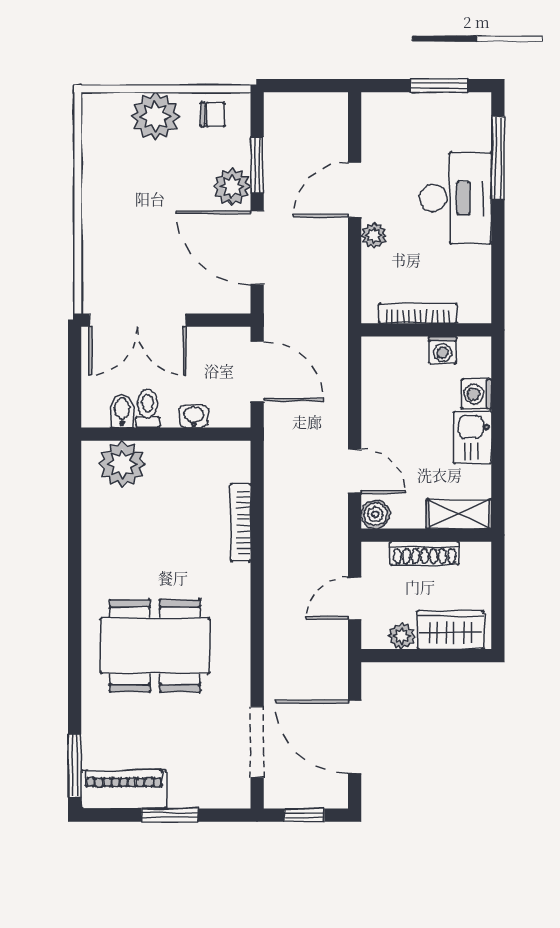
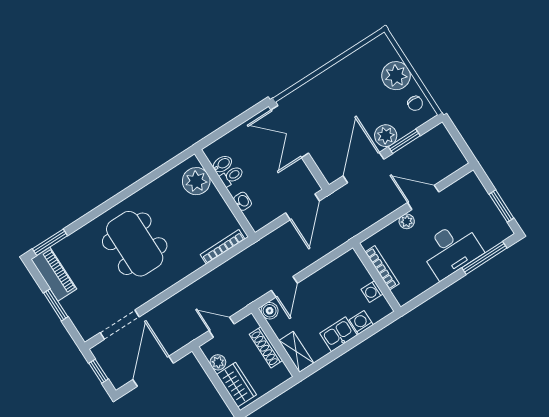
toilet: (148, 408) -> (232, 176), moved
bidet: (122, 411) -> (222, 164), moved
washbasin: (194, 416) -> (243, 201), moved
wall: (166, 434) -> (225, 193), moved
plant: (122, 464) -> (196, 181), moved

